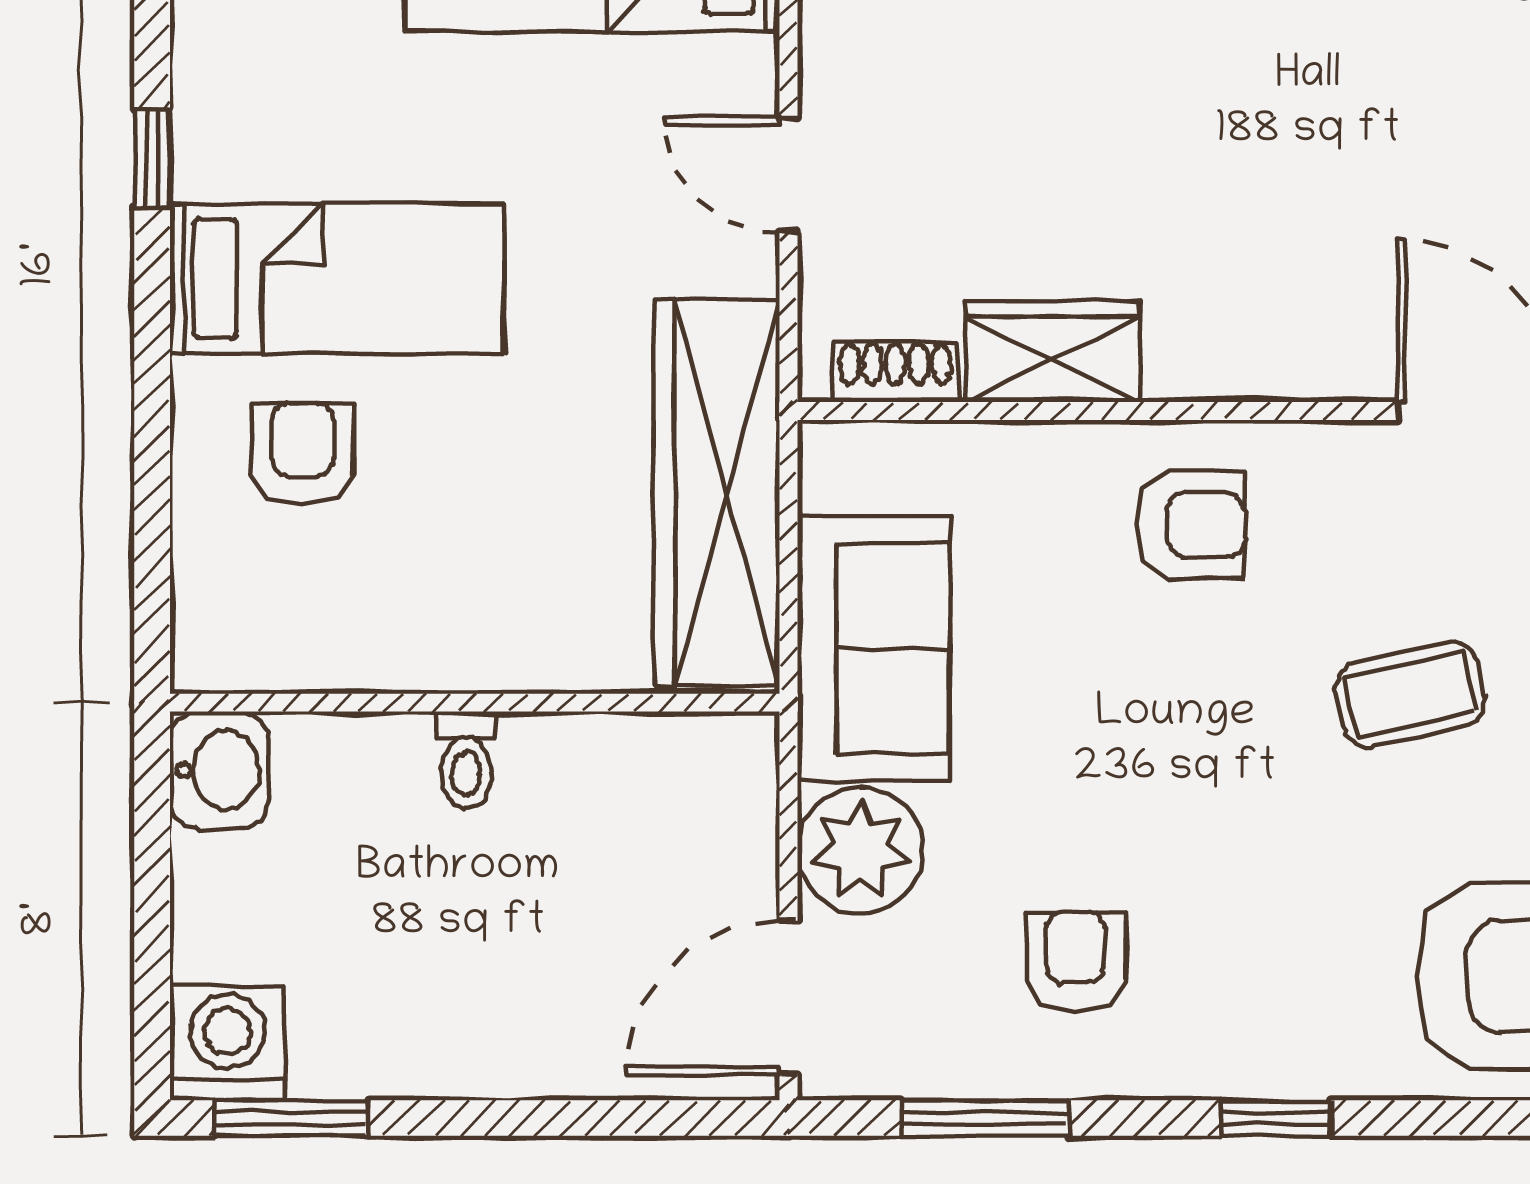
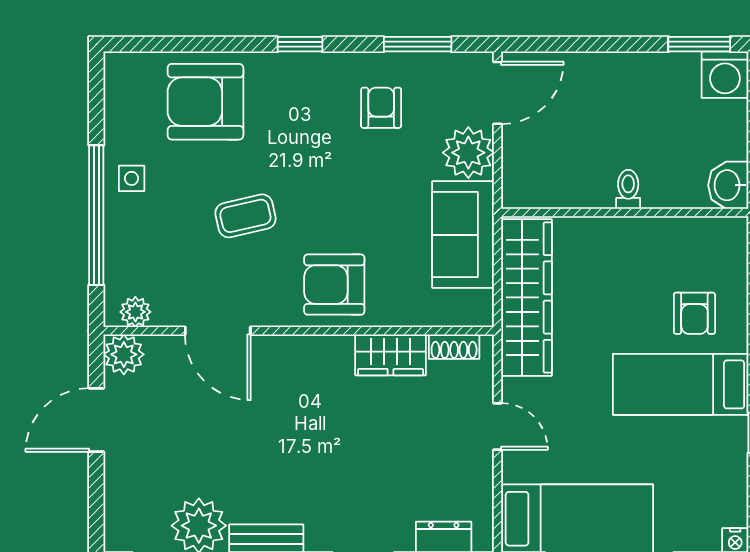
armchair: (1191, 525) -> (334, 285), width x1.38, depth x1.38
armchair: (1075, 961) -> (381, 108), turned 180

